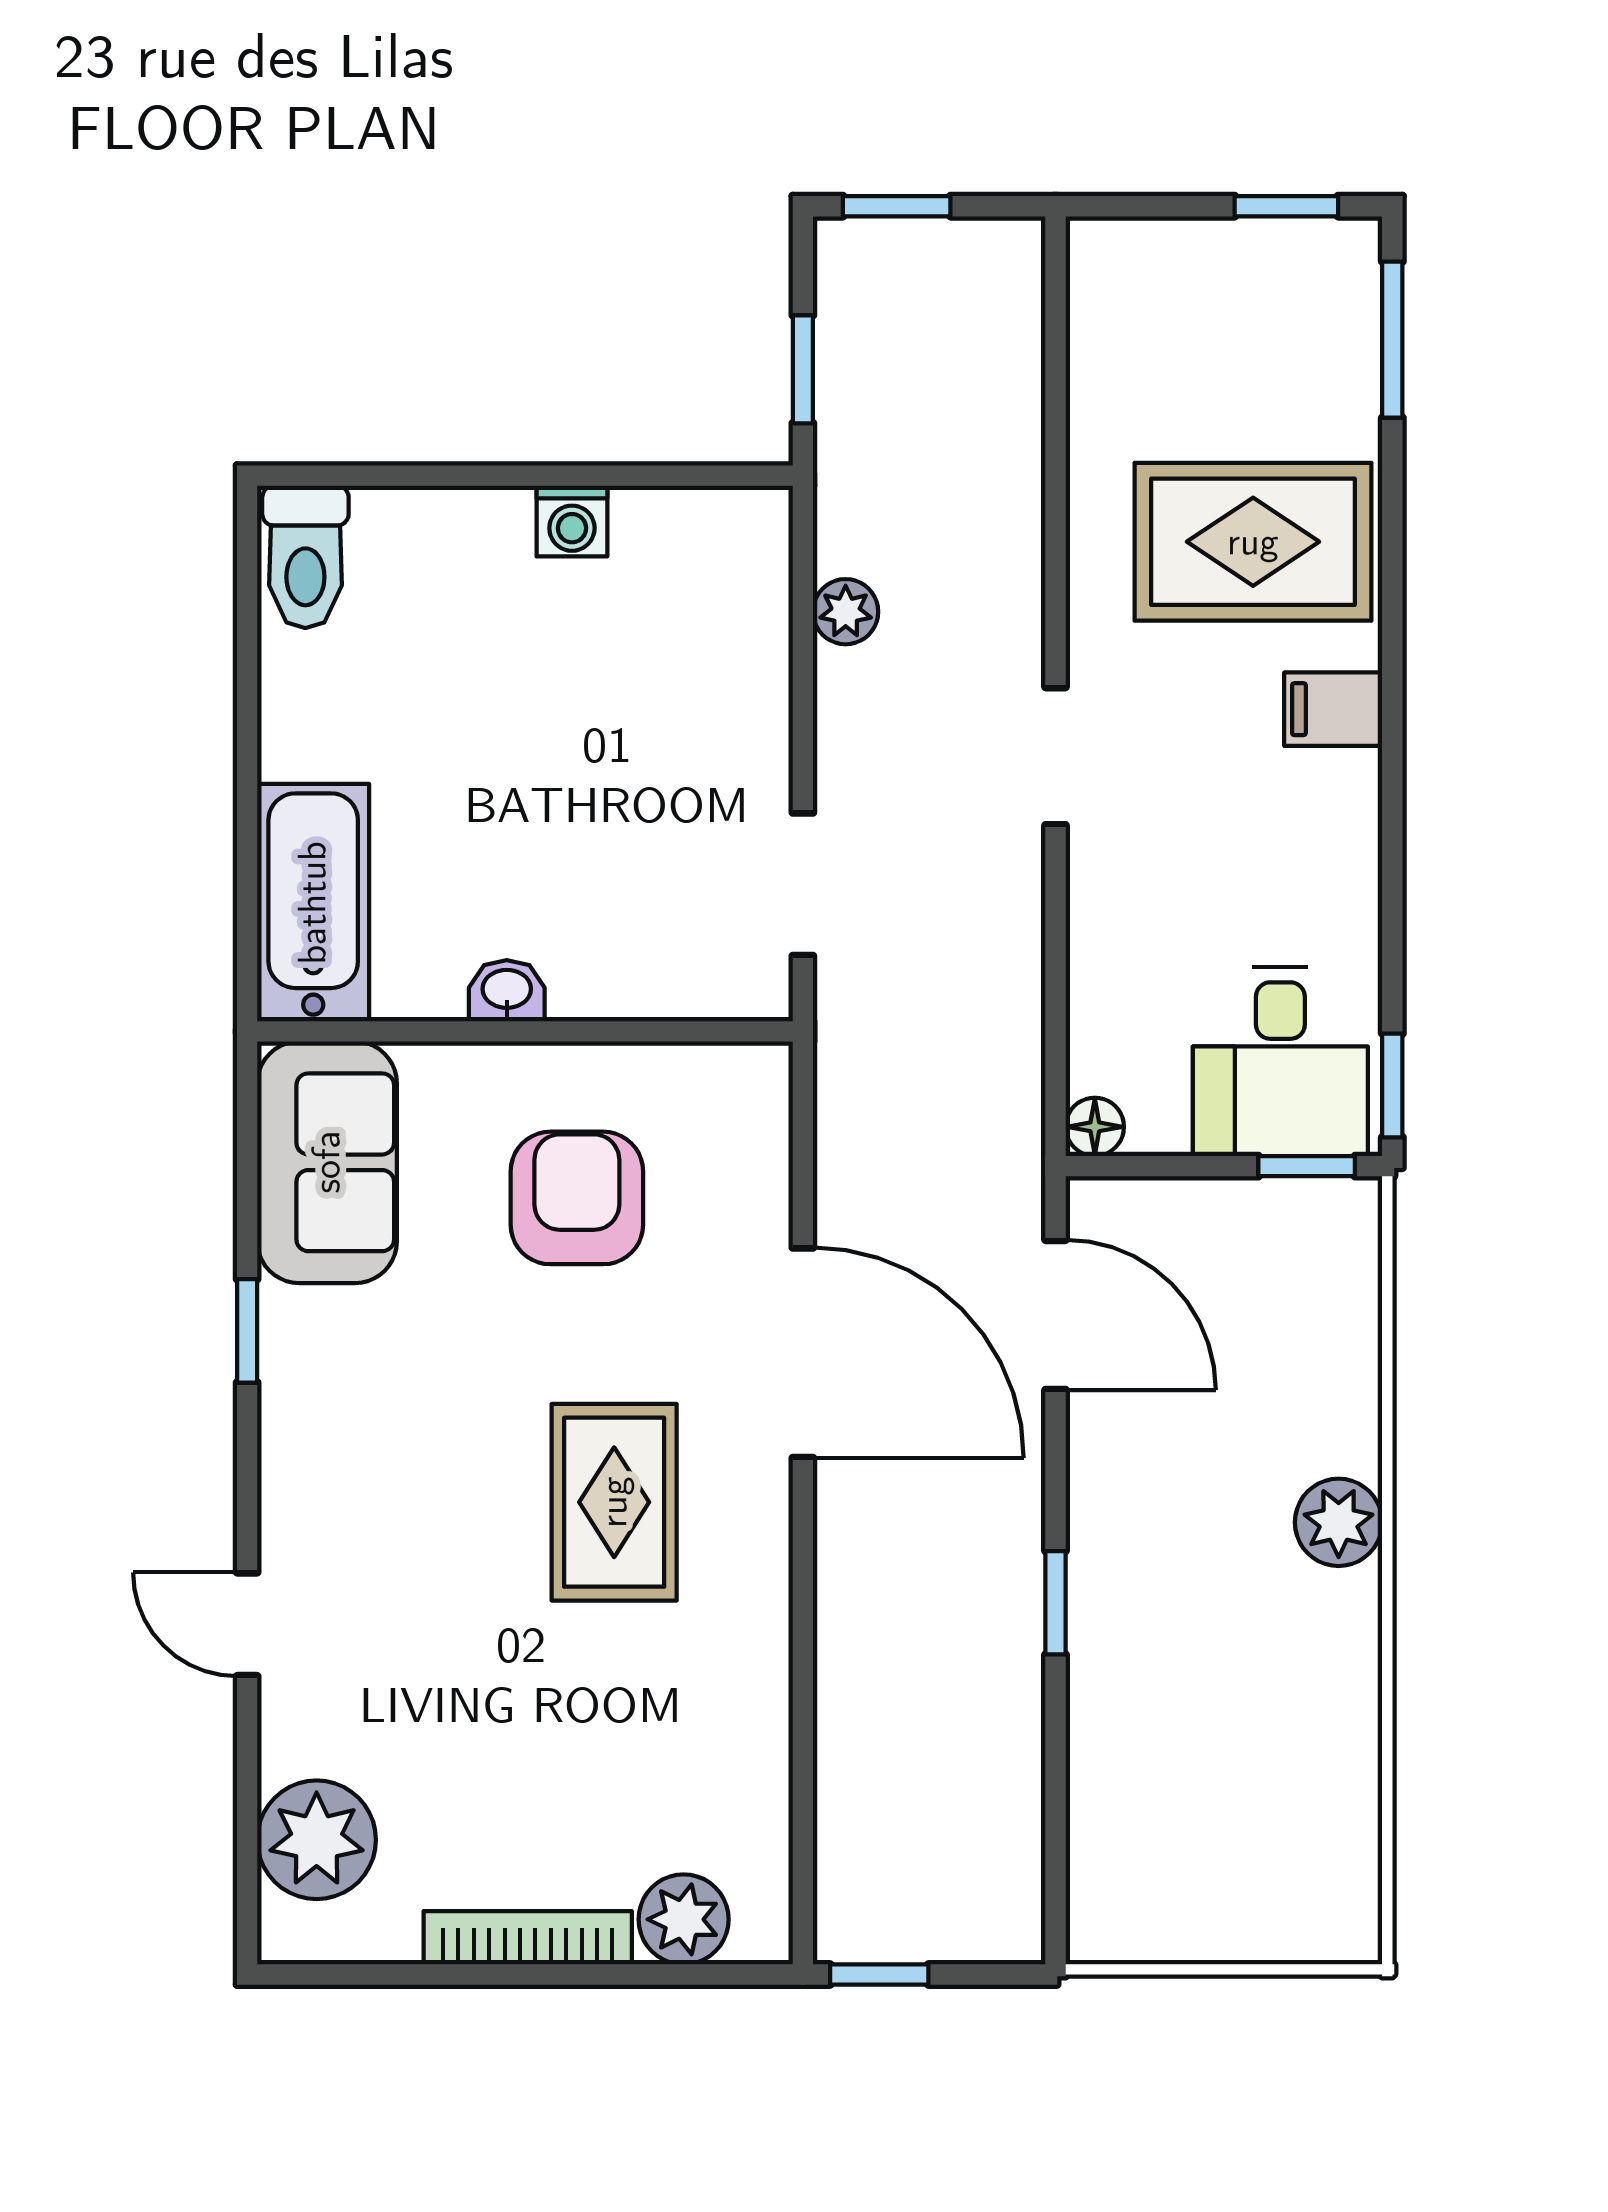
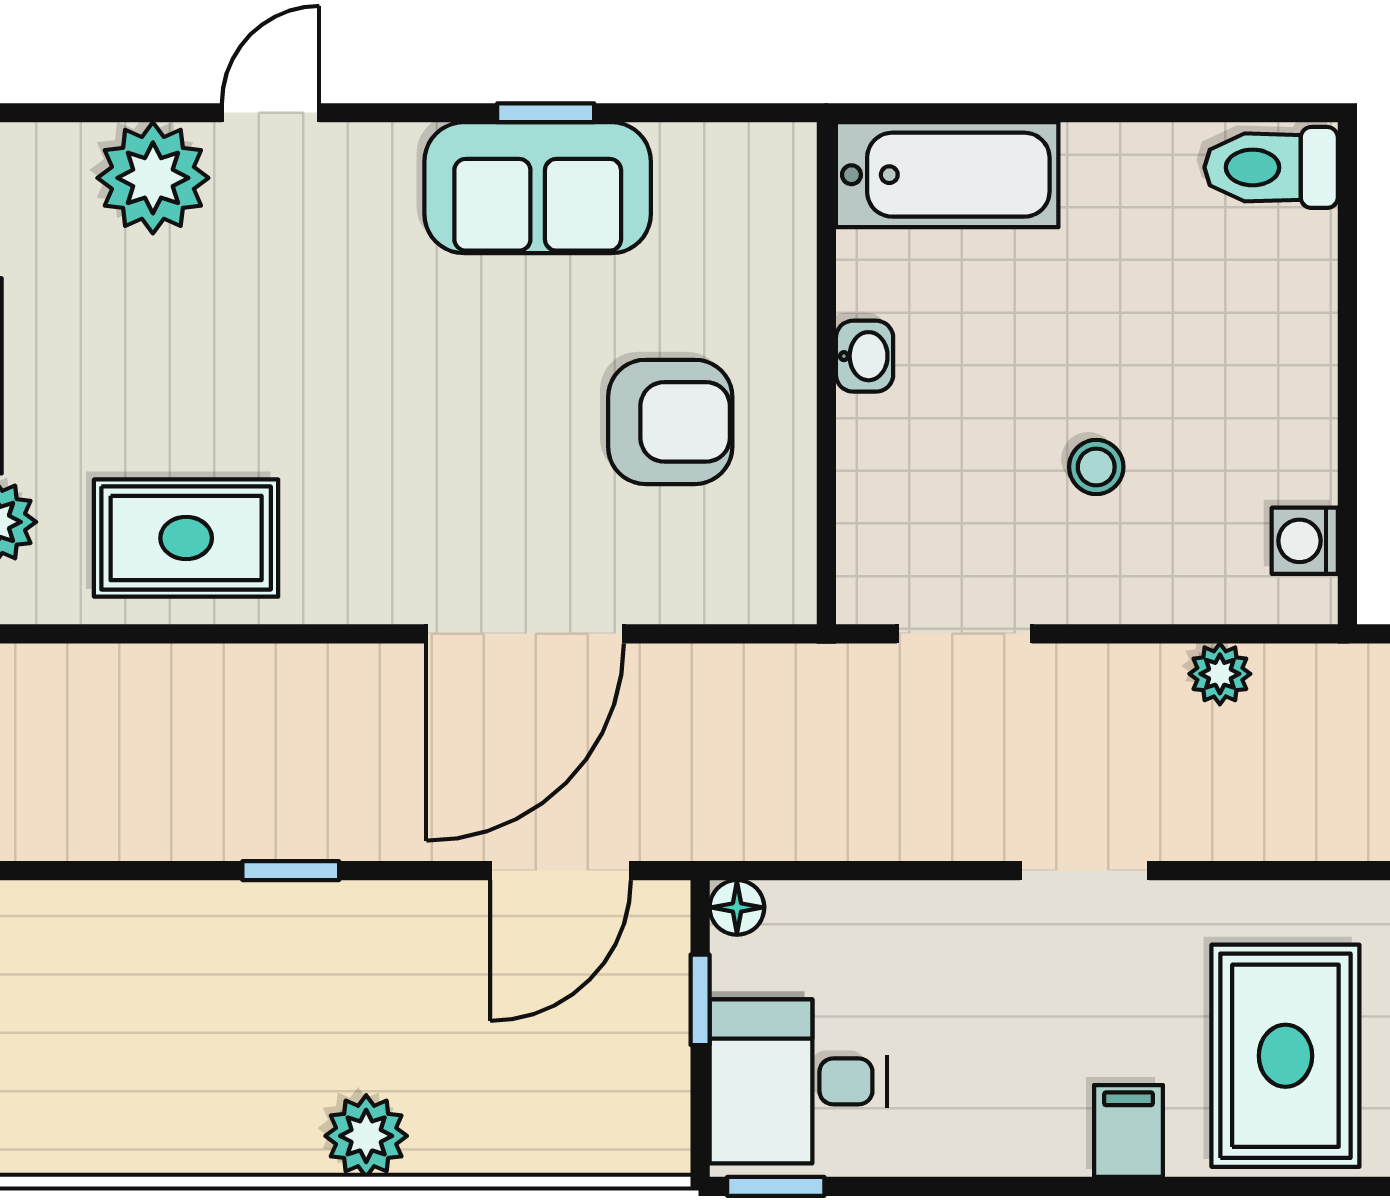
washing machine: (572, 521) -> (1305, 541), moved
stool: (625, 744) -> (1096, 467), added
sofa: (327, 1162) -> (538, 188), moved
window: (1307, 1166) -> (700, 1000), moved
rug: (614, 1502) -> (186, 538), moved
plant: (317, 1840) -> (153, 178), moved

